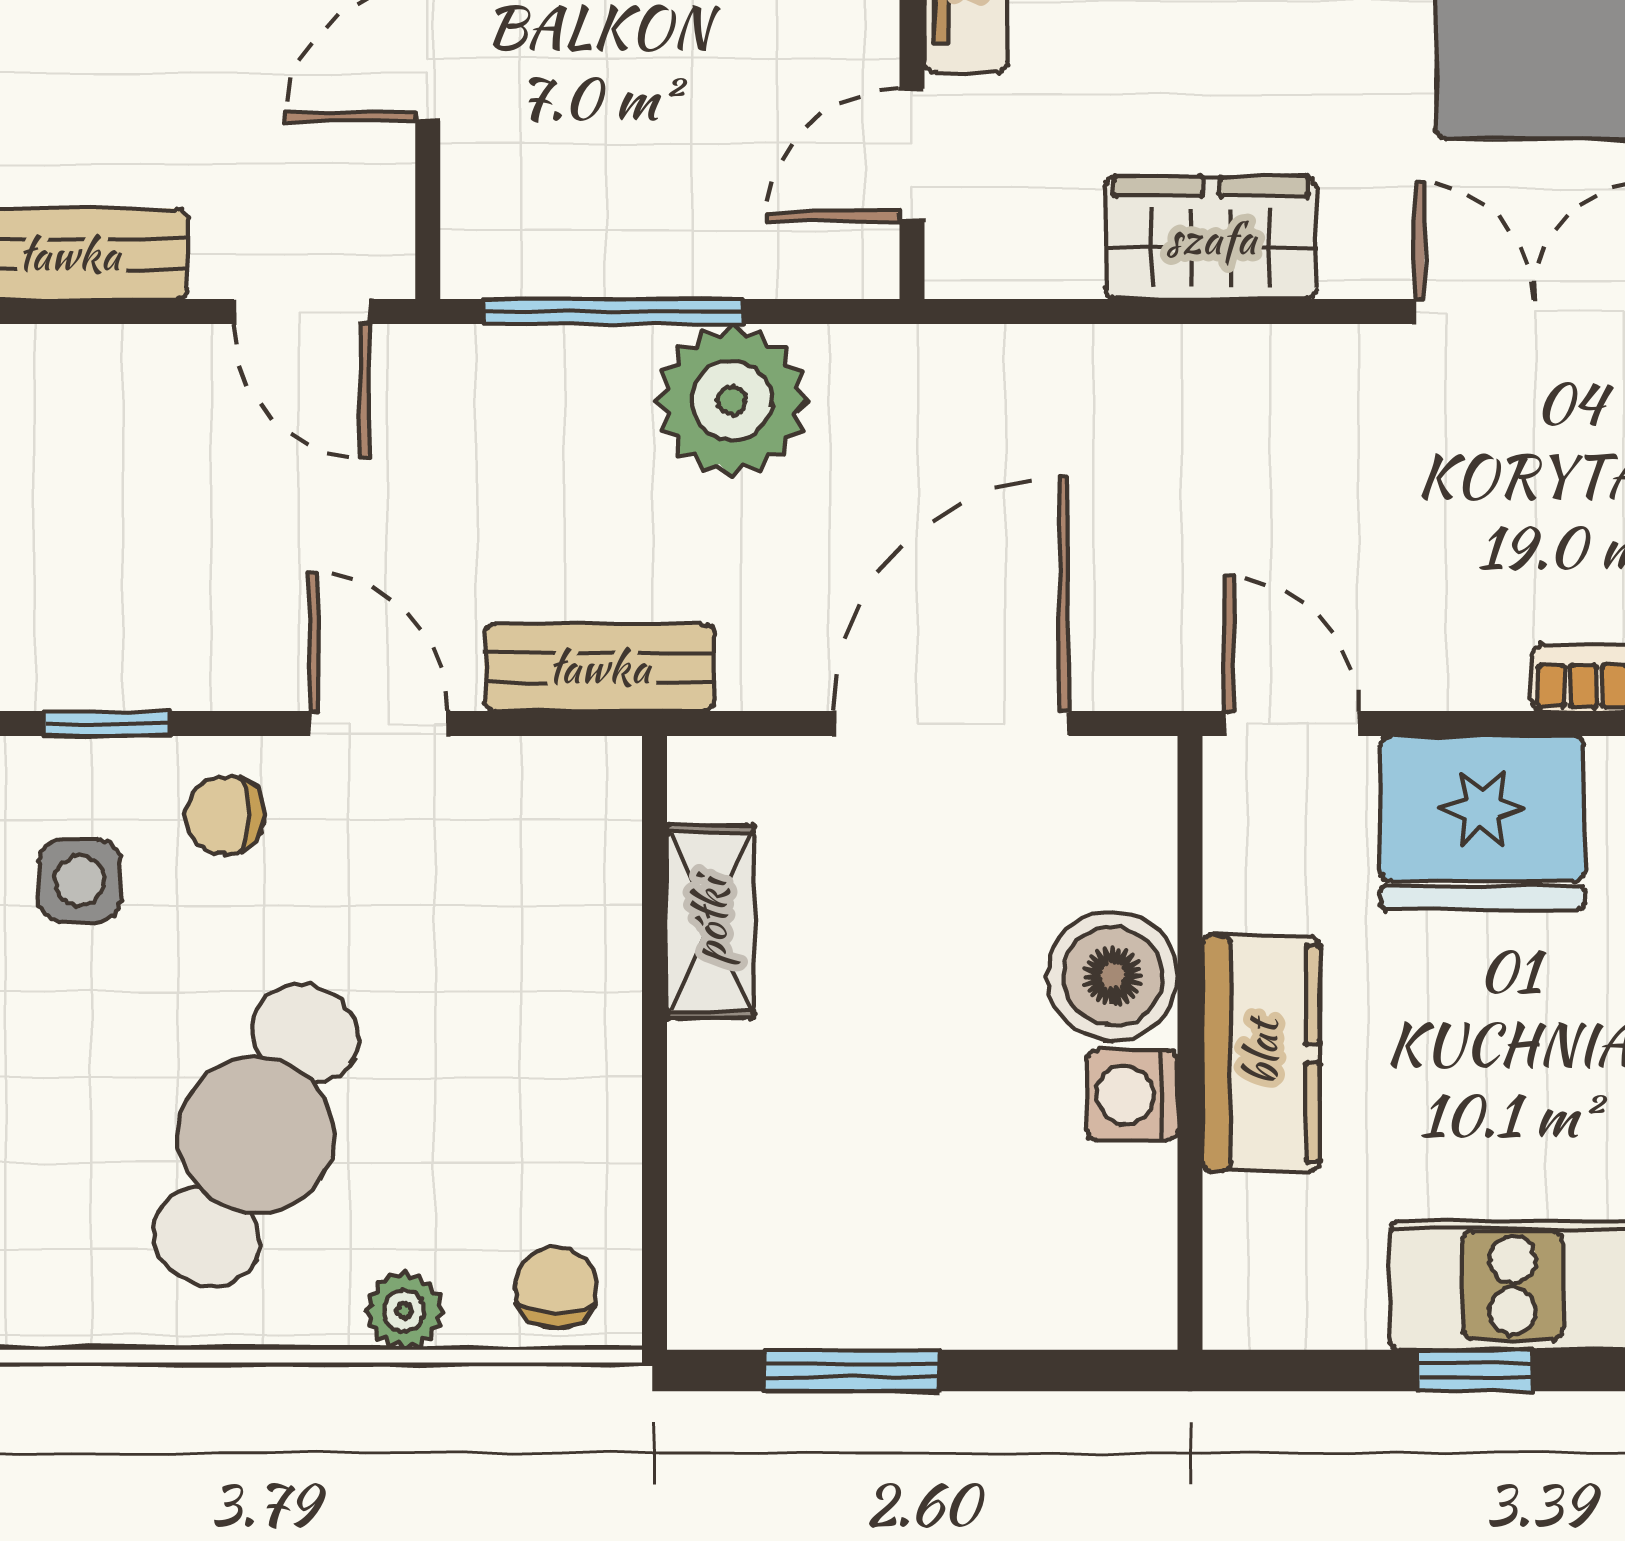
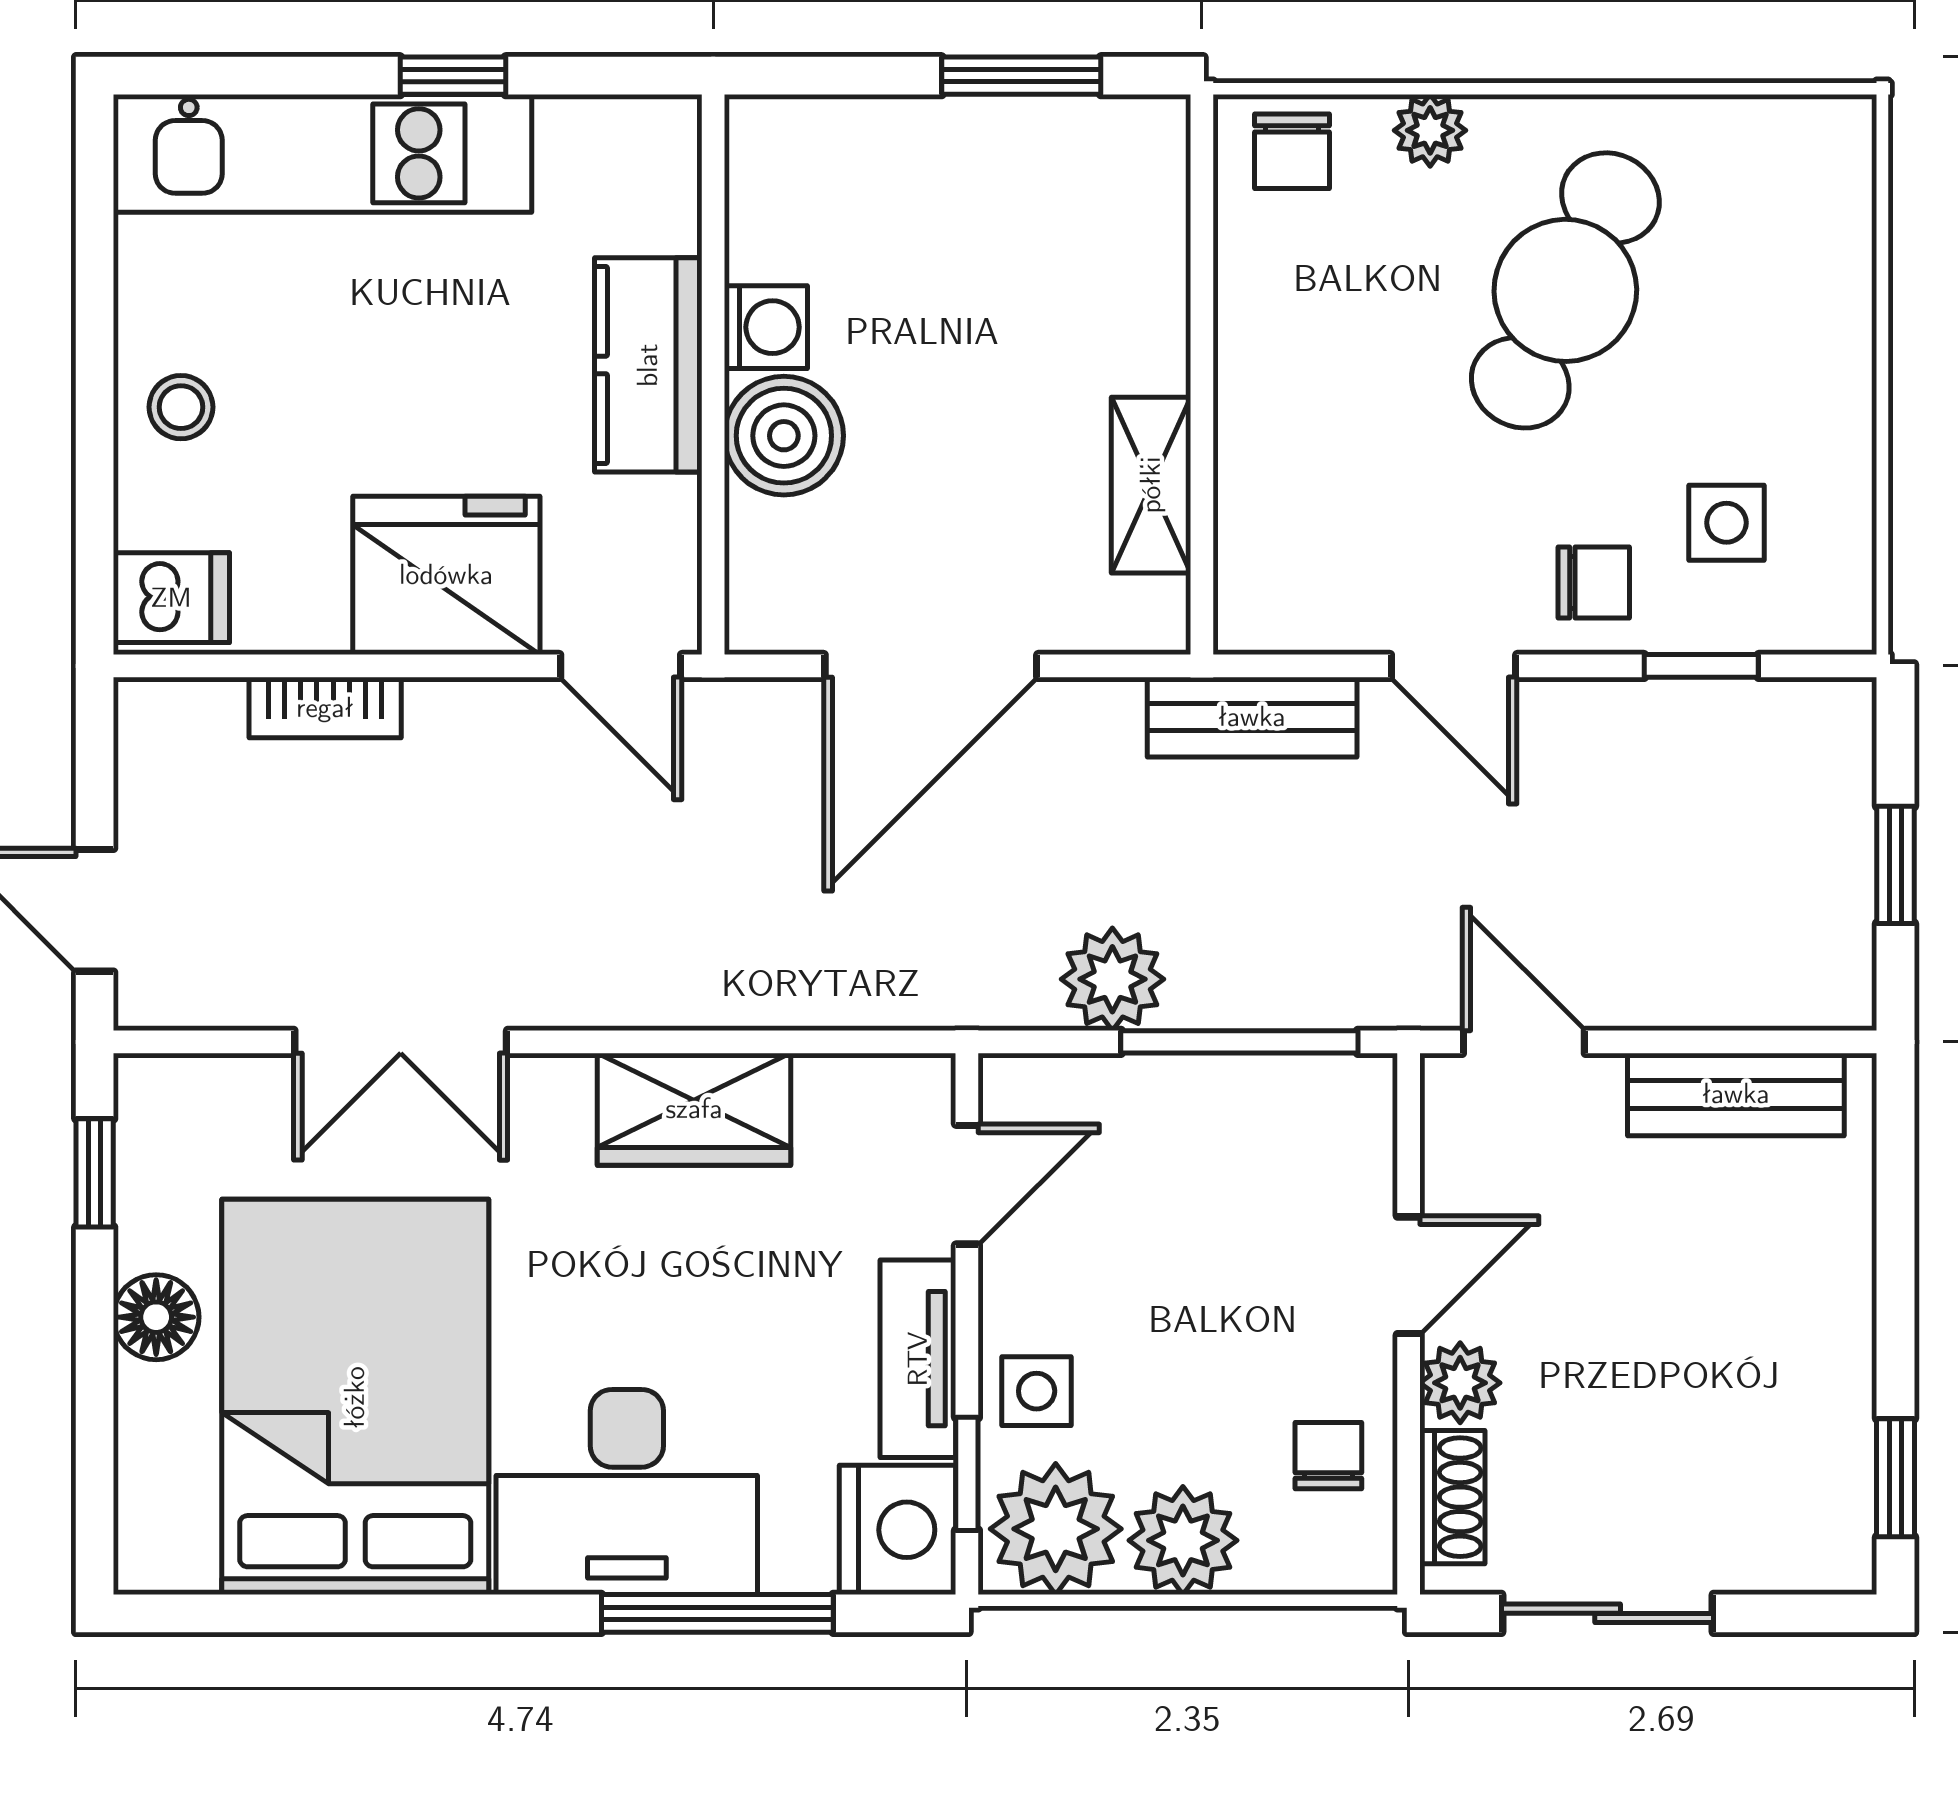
plant: (732, 401) -> (1112, 979), width x0.73, depth x0.73

